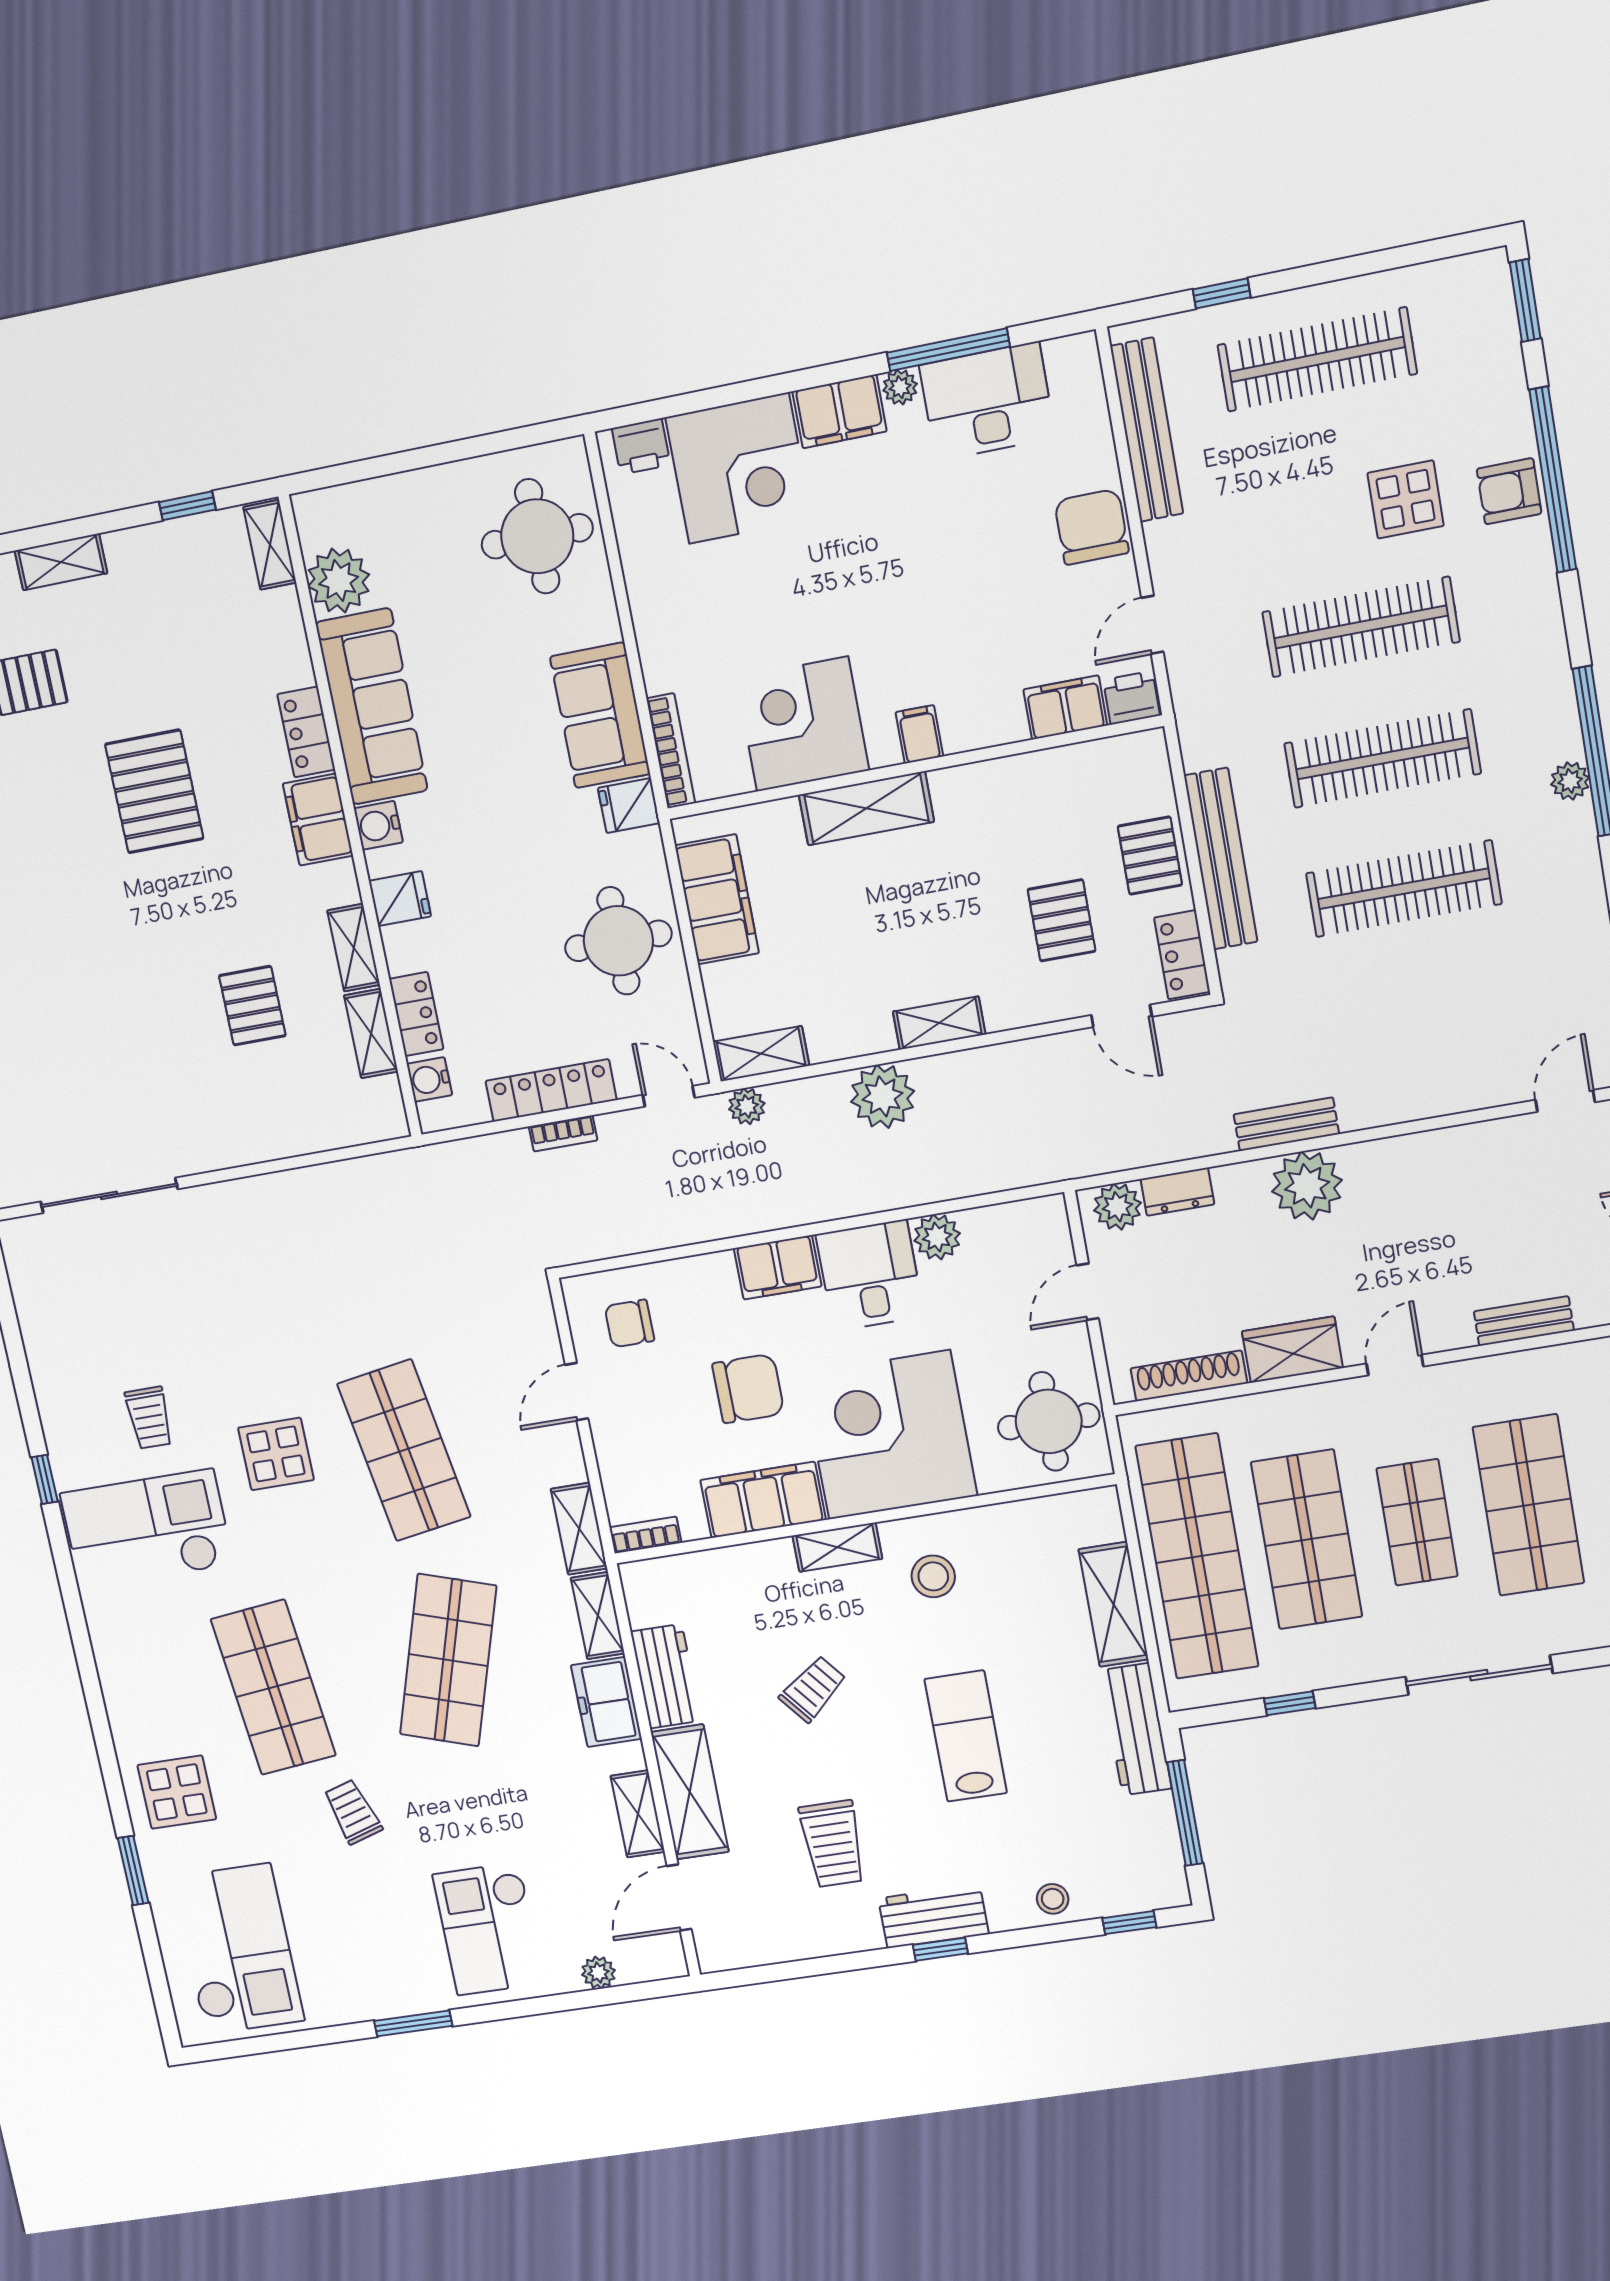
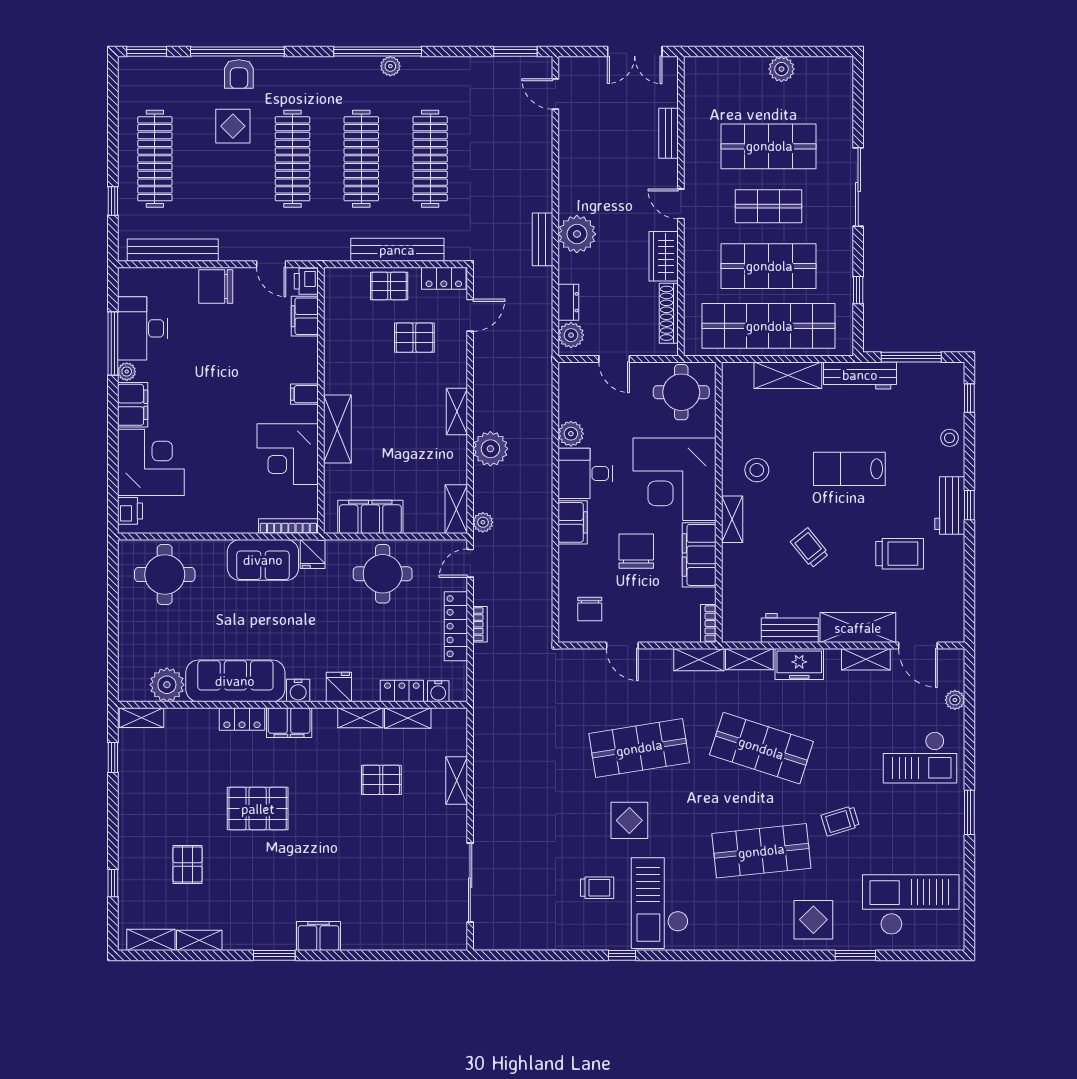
shelving: (61, 562) -> (457, 780), moved

